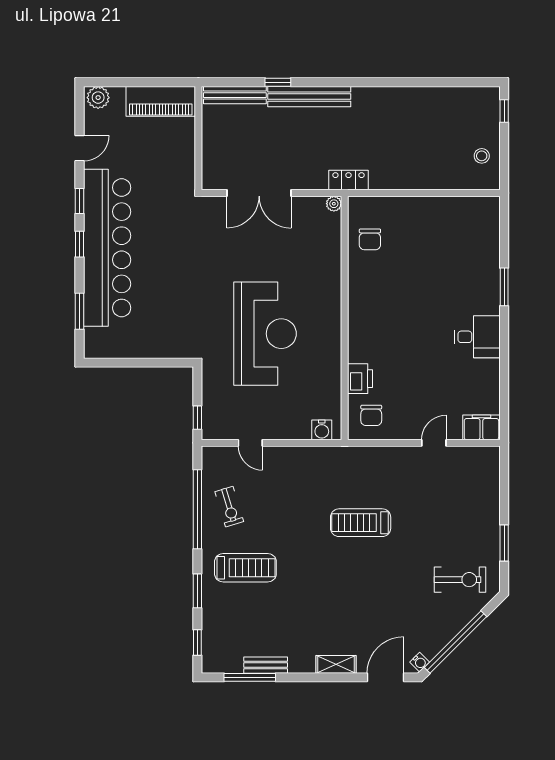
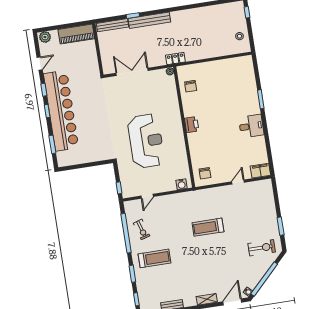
double door: (259, 193) -> (132, 72), swing flipped
printer: (360, 379) -> (192, 125), moved
door: (250, 443) -> (147, 196), hinge flipped

